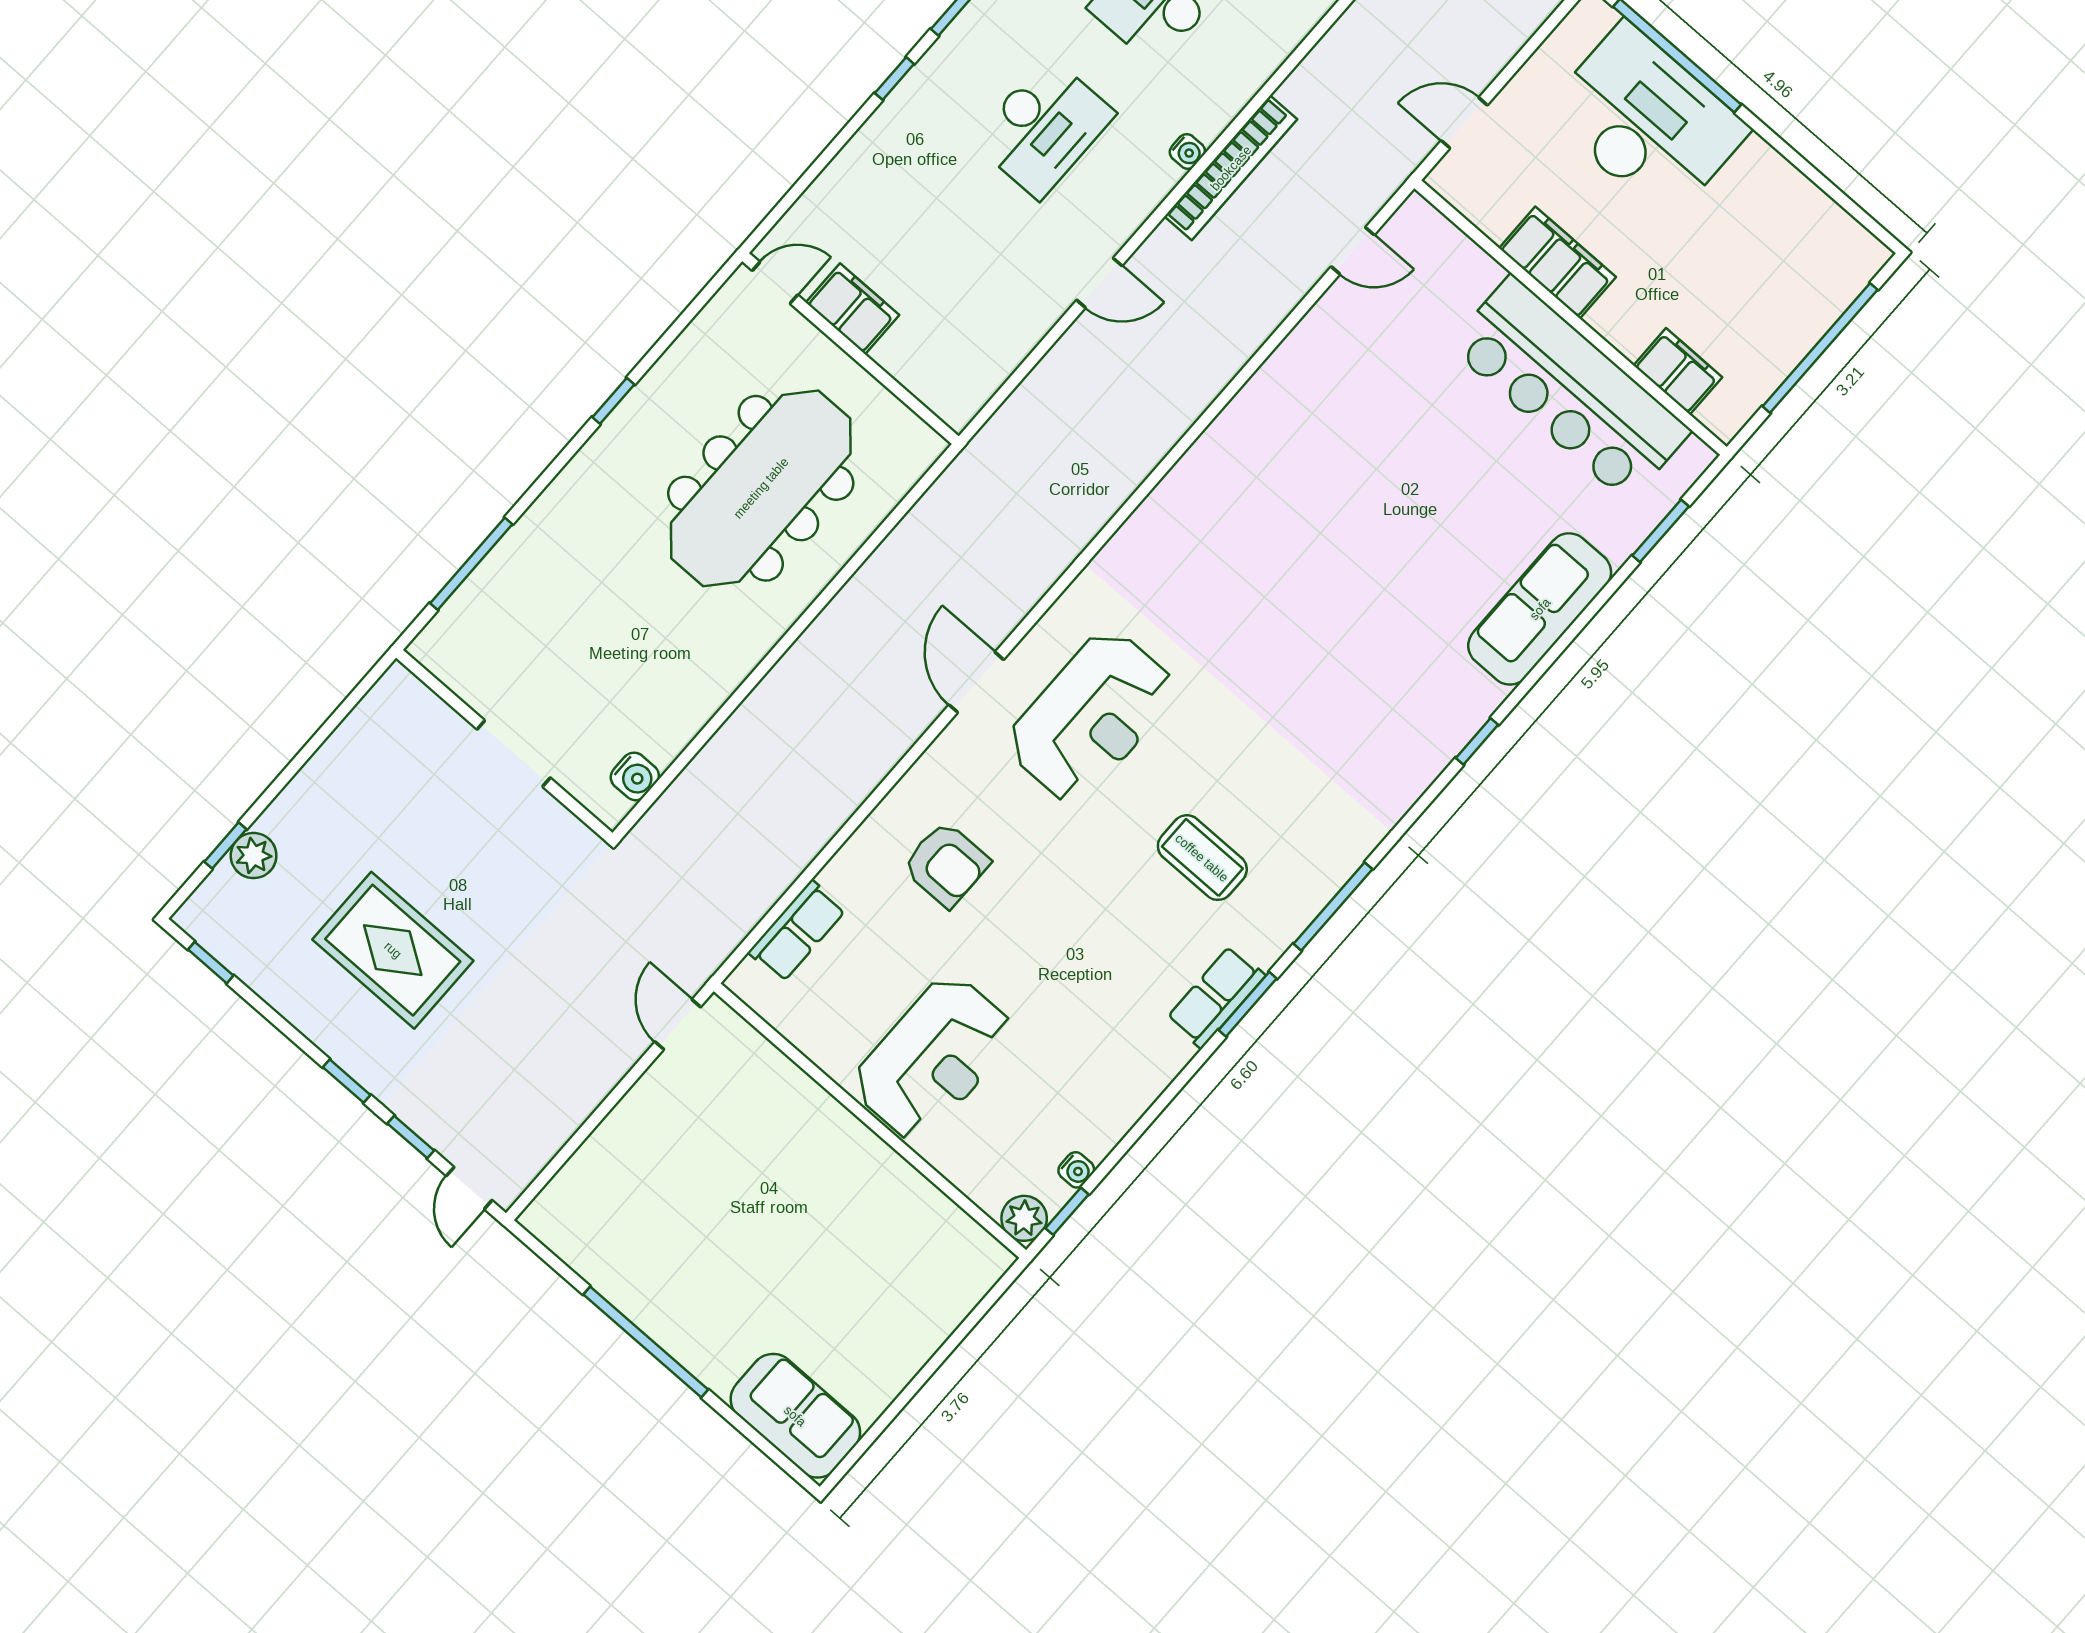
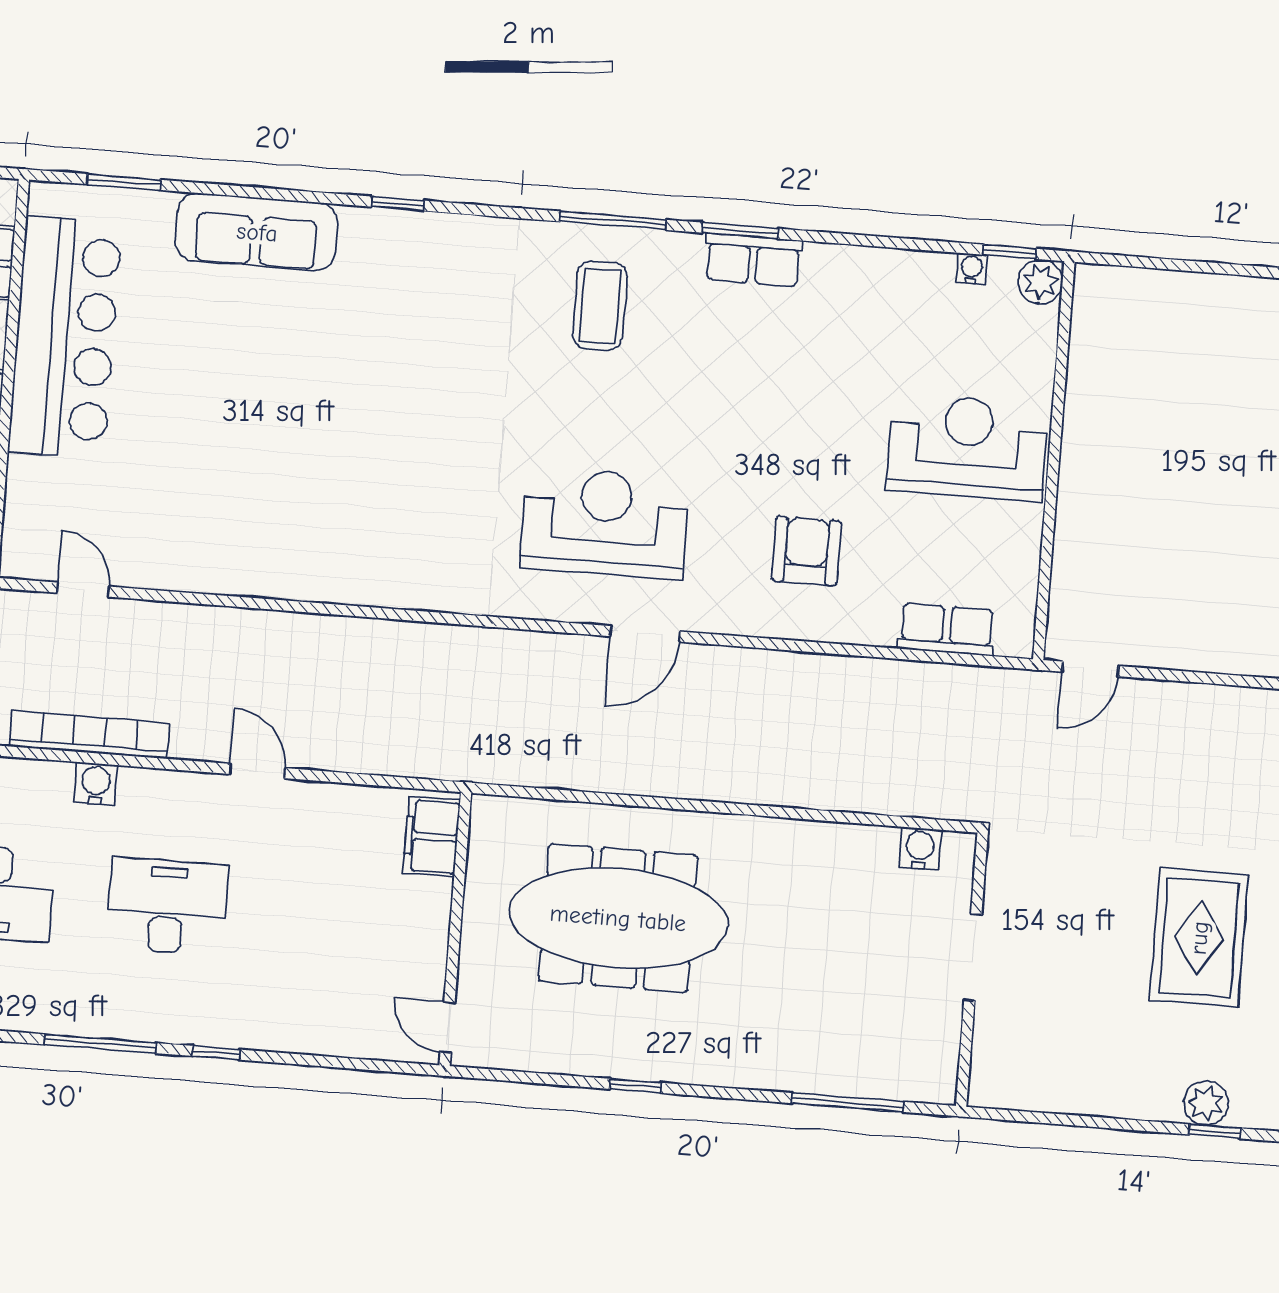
water cooler: (1187, 152) -> (96, 784), width x1.38, depth x1.38
filing cabinet: (852, 309) -> (432, 837), moved
coffee table: (1202, 858) -> (600, 306), moved

